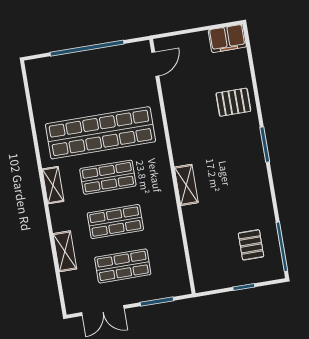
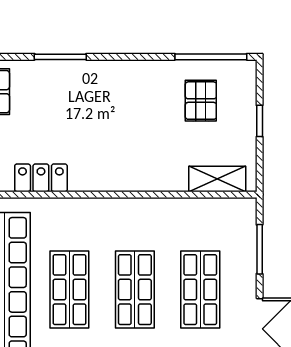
locker: (180, 145) -> (41, 178), added
shelving: (186, 185) -> (217, 179), moved
pallet: (251, 245) -> (201, 101), turned 90

